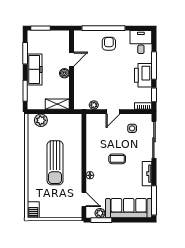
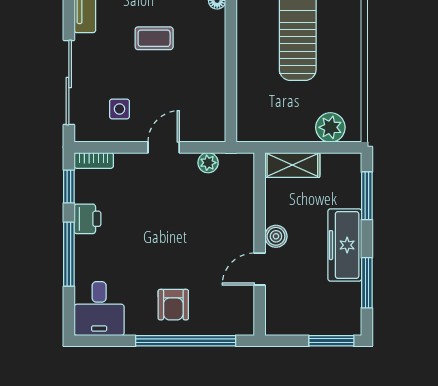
printer: (143, 75) -> (87, 219), width x0.53, depth x0.68

